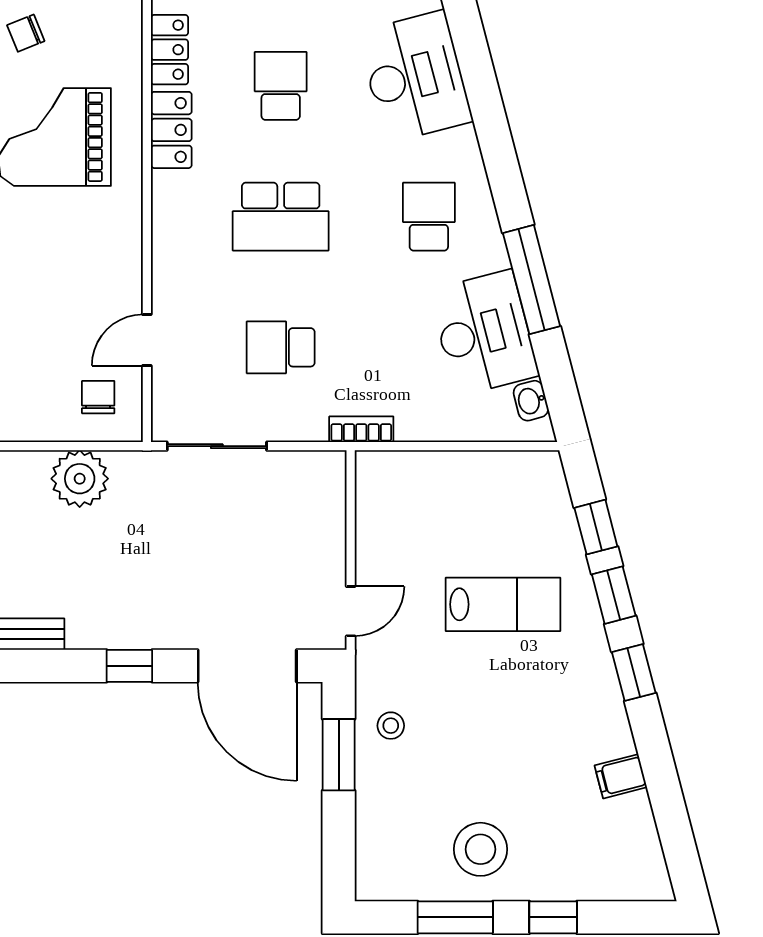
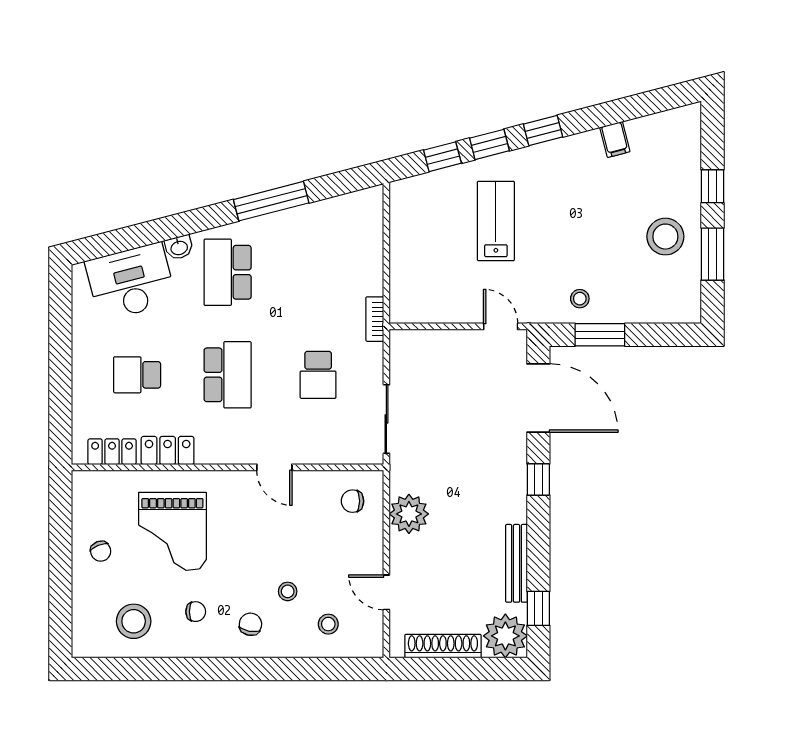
school desk: (429, 217) -> (228, 272), width x1.85
desk: (484, 333) -> (308, 234), removed
door: (147, 340) -> (274, 467), moved
washbasin: (531, 401) -> (179, 247), moved
door: (247, 666) -> (538, 398), hinge flipped

